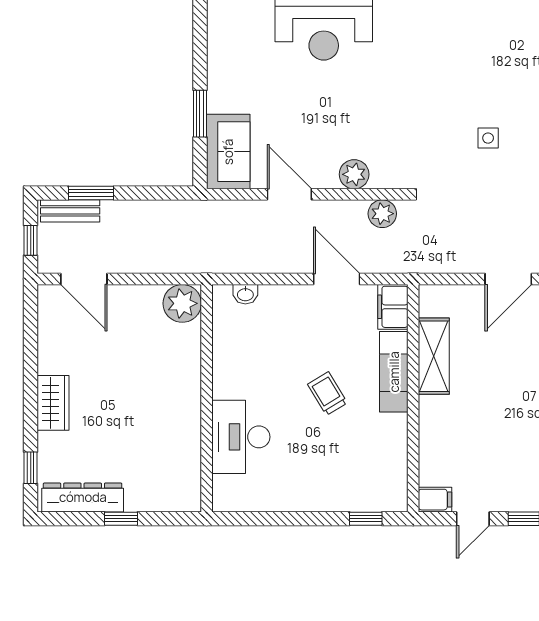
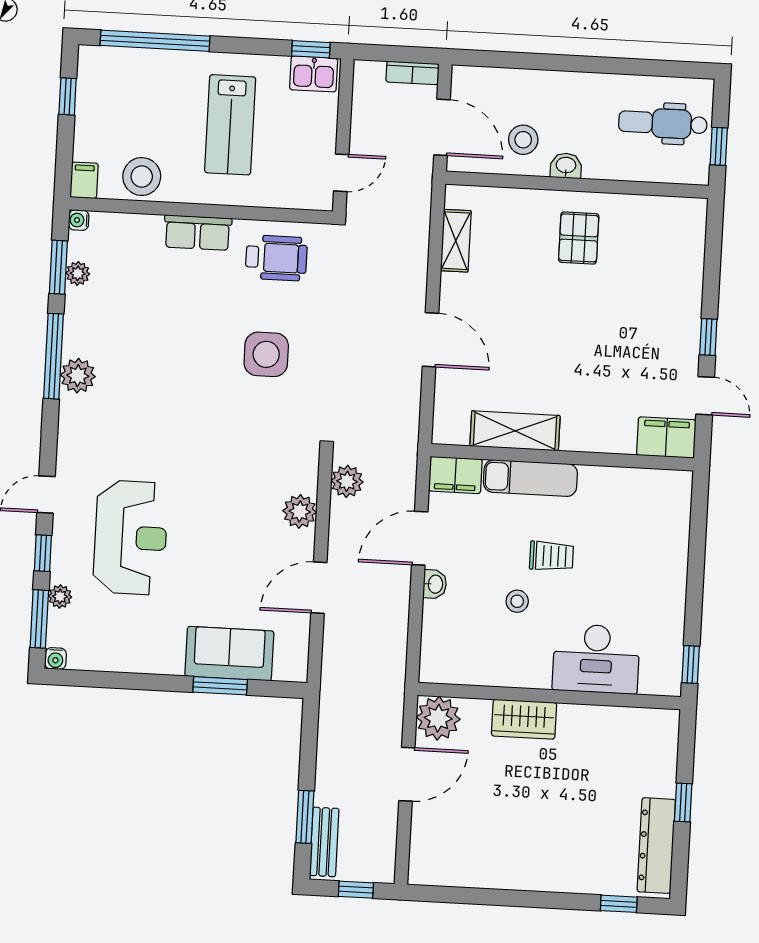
side table: (488, 138) -> (266, 354), width x1.87, depth x1.87
sofa: (228, 152) -> (229, 654), moved
door: (84, 279) -> (407, 774), moved
washbasin: (245, 294) -> (435, 584), moved
stool: (287, 366) -> (517, 601), added
trolley: (327, 394) -> (552, 556), turned -149
wardrobe: (53, 403) -> (524, 719), moved, turned 180
filing cabinet: (435, 500) -> (666, 437), width x2.00
window: (366, 519) -> (691, 664), moved

